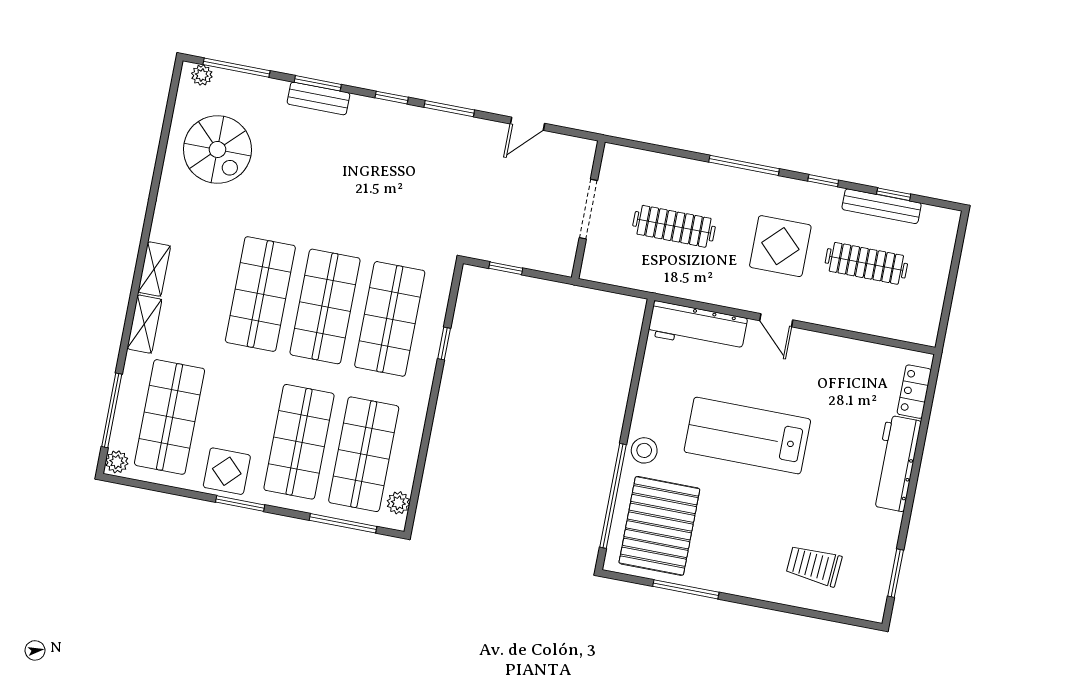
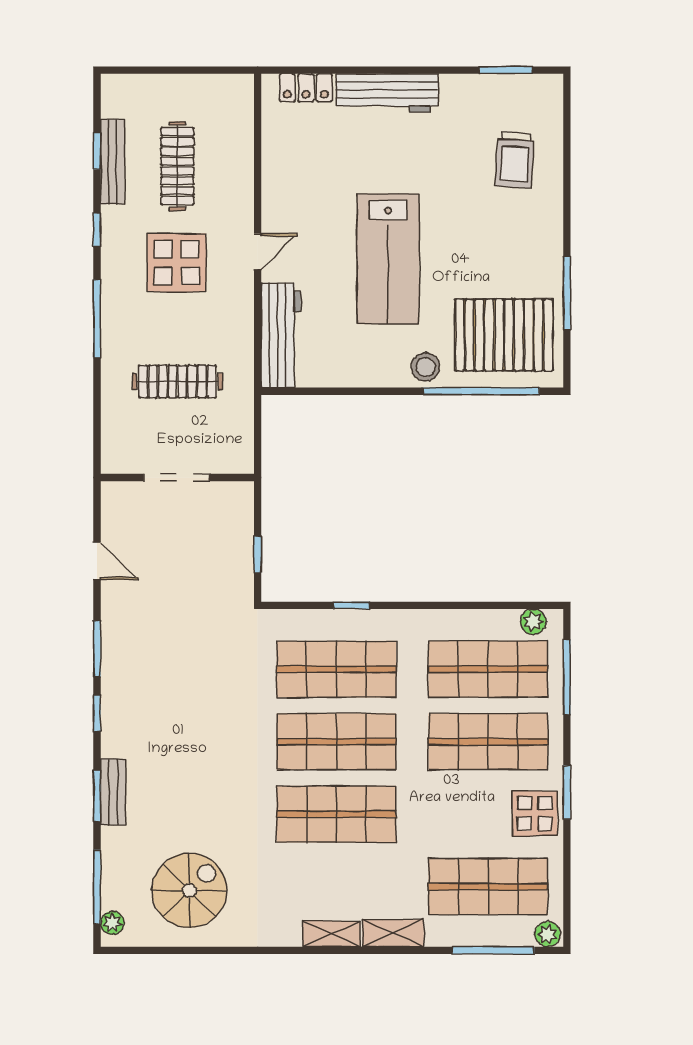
clothes rail: (674, 226) -> (177, 381), turned 90

